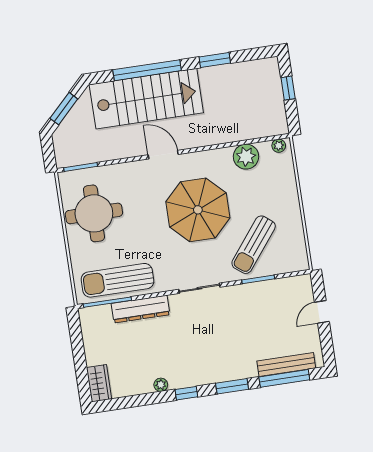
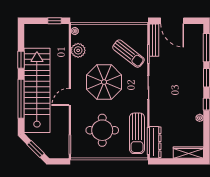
window: (288, 88) -> (54, 21), moved
stairs: (146, 99) -> (37, 90), width x1.36
round table: (94, 213) -> (102, 130), moved
dresser: (141, 309) -> (155, 142), moved
door: (322, 312) -> (172, 21), width x1.88
bench: (286, 365) -> (154, 40), moved
wardrobe: (99, 383) -> (188, 153), width x1.50

